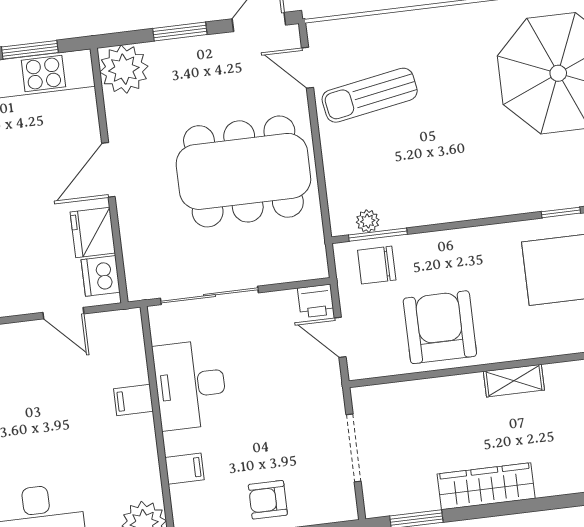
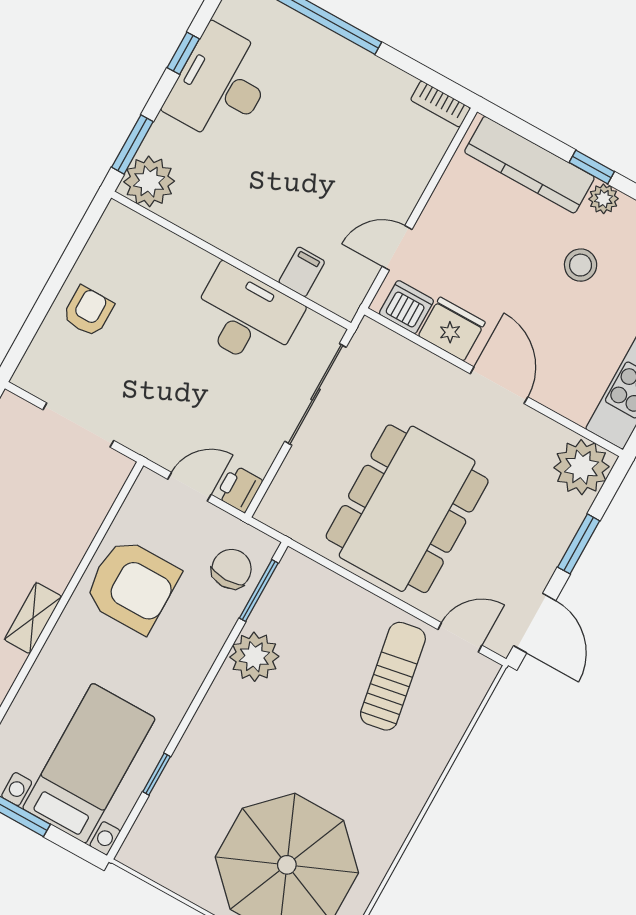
plant: (368, 221) -> (254, 657), moved, width x1.88, depth x1.88
filing cabinet: (133, 400) -> (302, 272), moved
filing cabinet: (185, 469) -> (173, 255), removed

